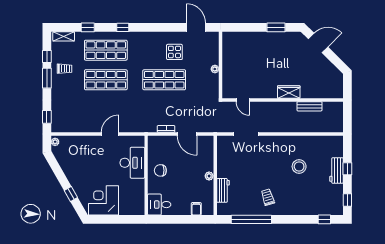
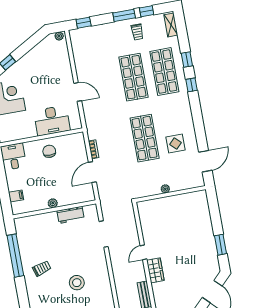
window: (88, 27) -> (187, 59), moved
door: (243, 100) -> (144, 252), moved
stool: (299, 166) -> (77, 283), moved
workbench: (223, 190) -> (71, 215), moved

